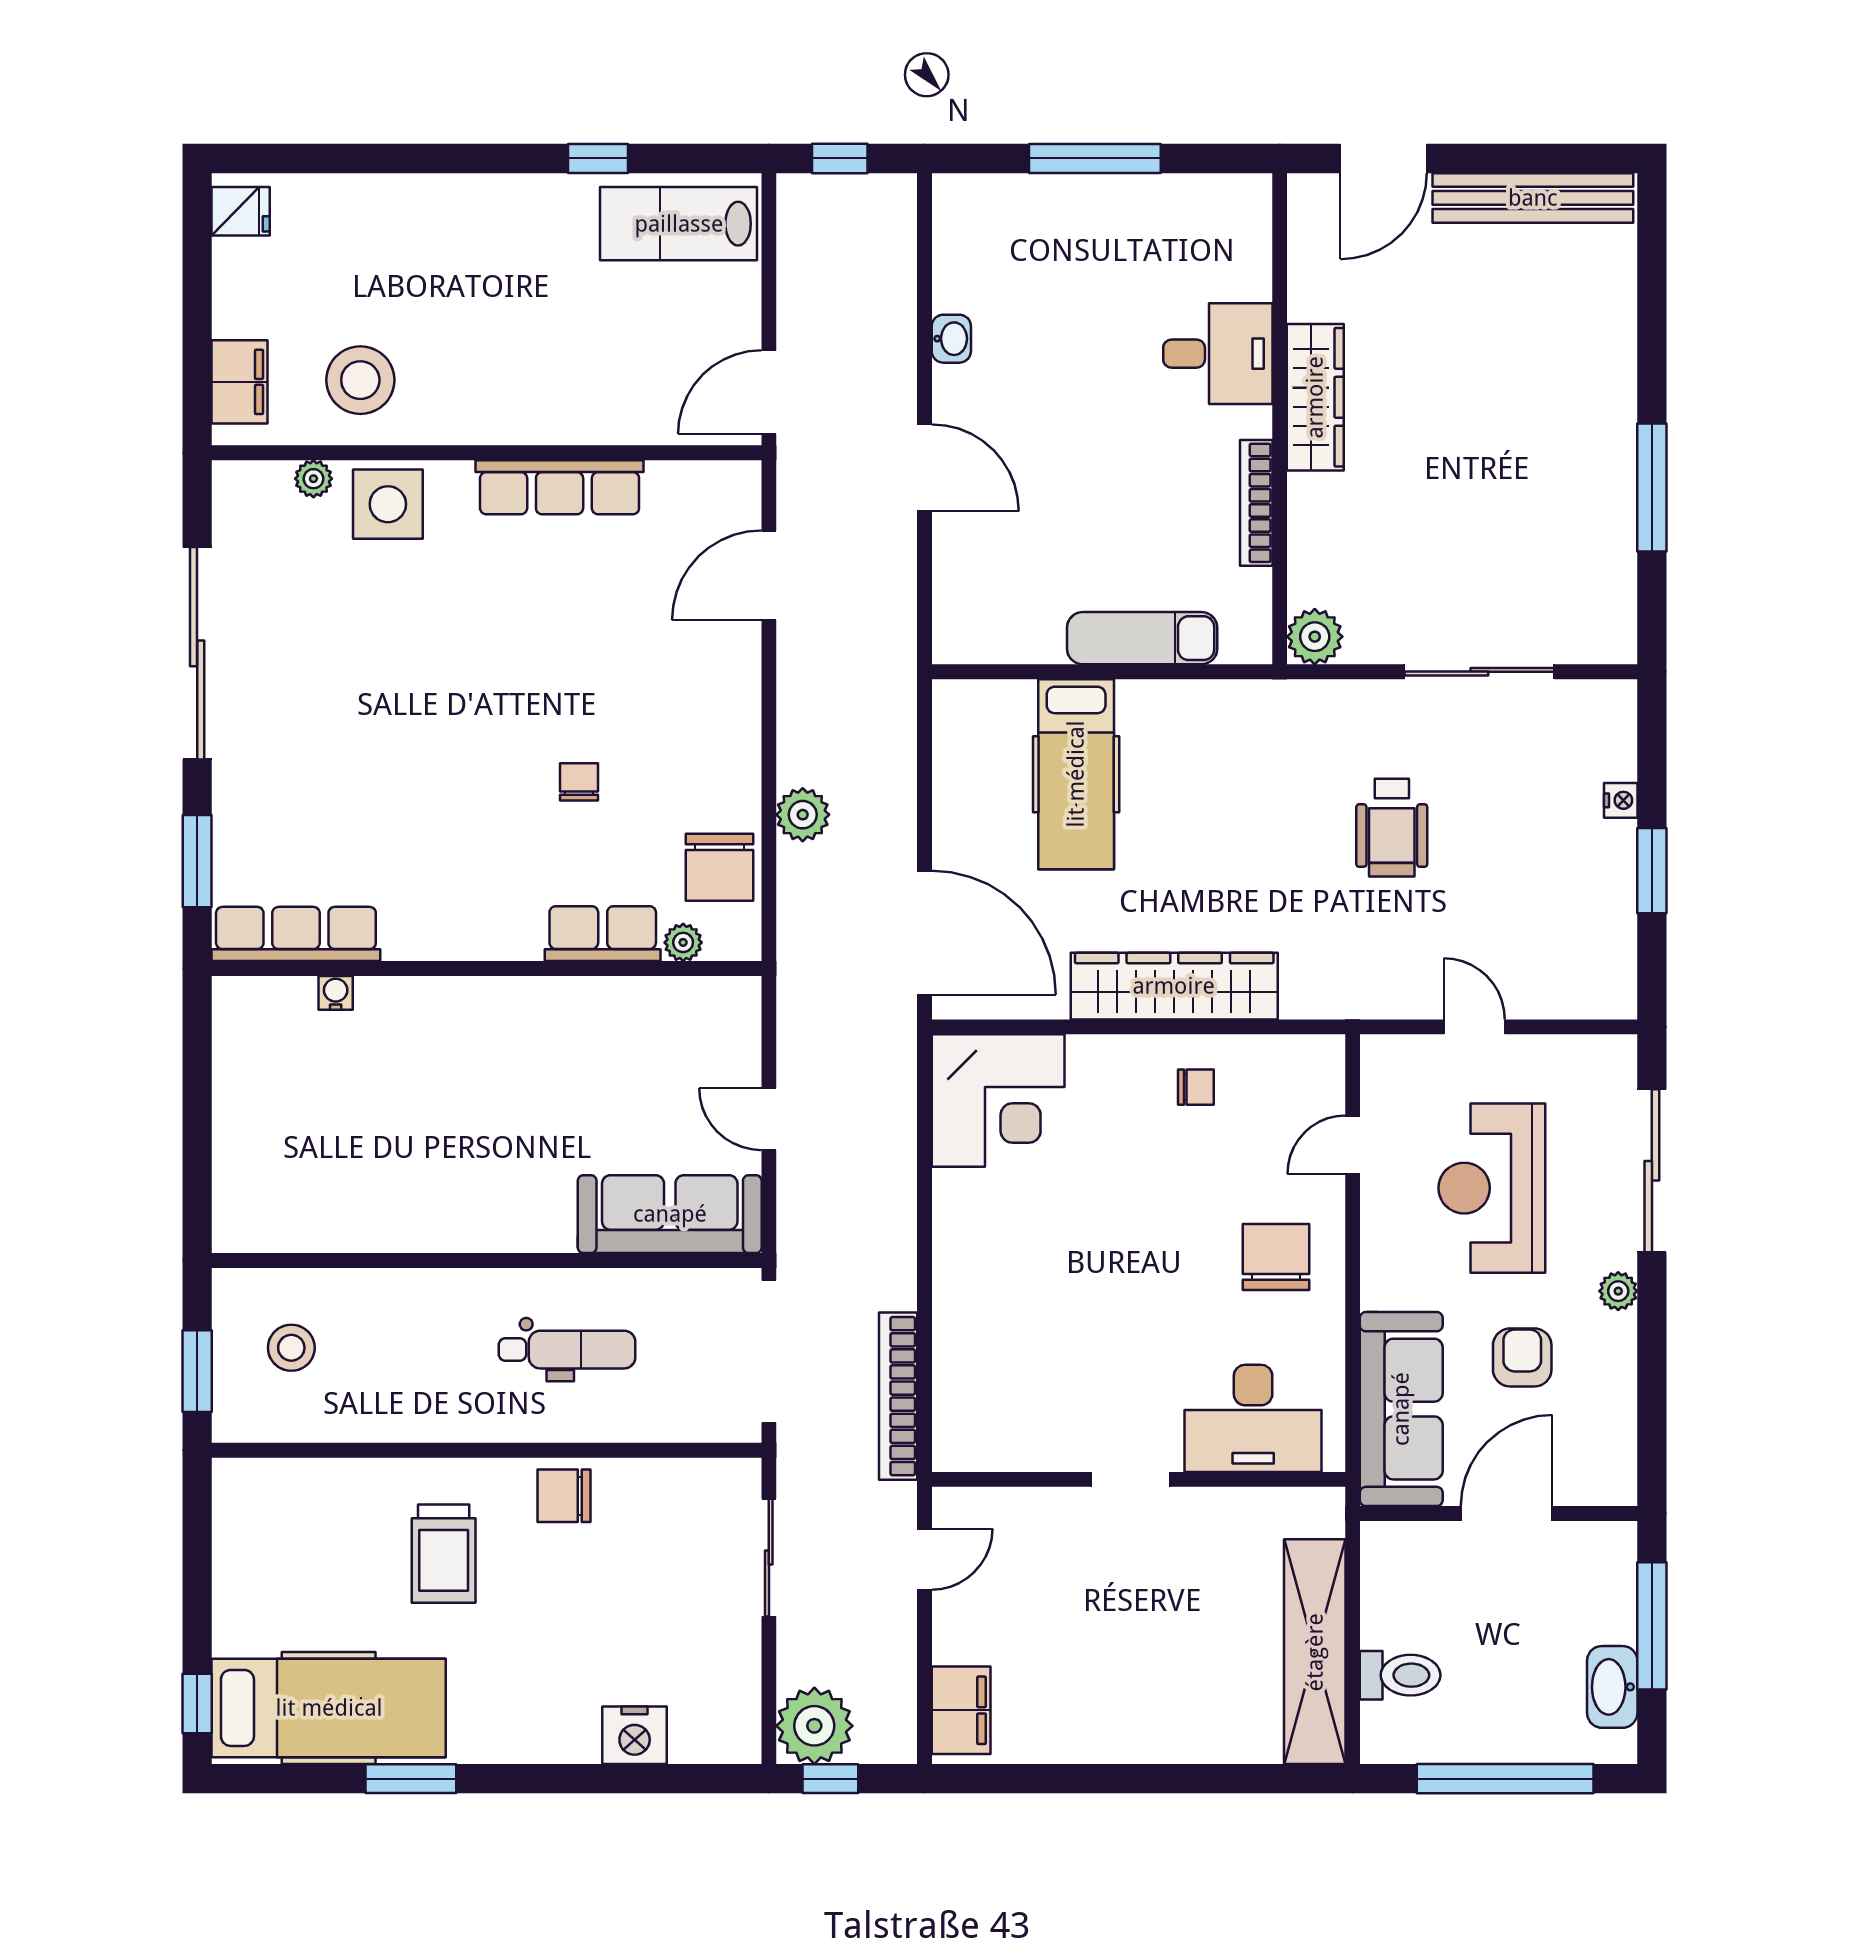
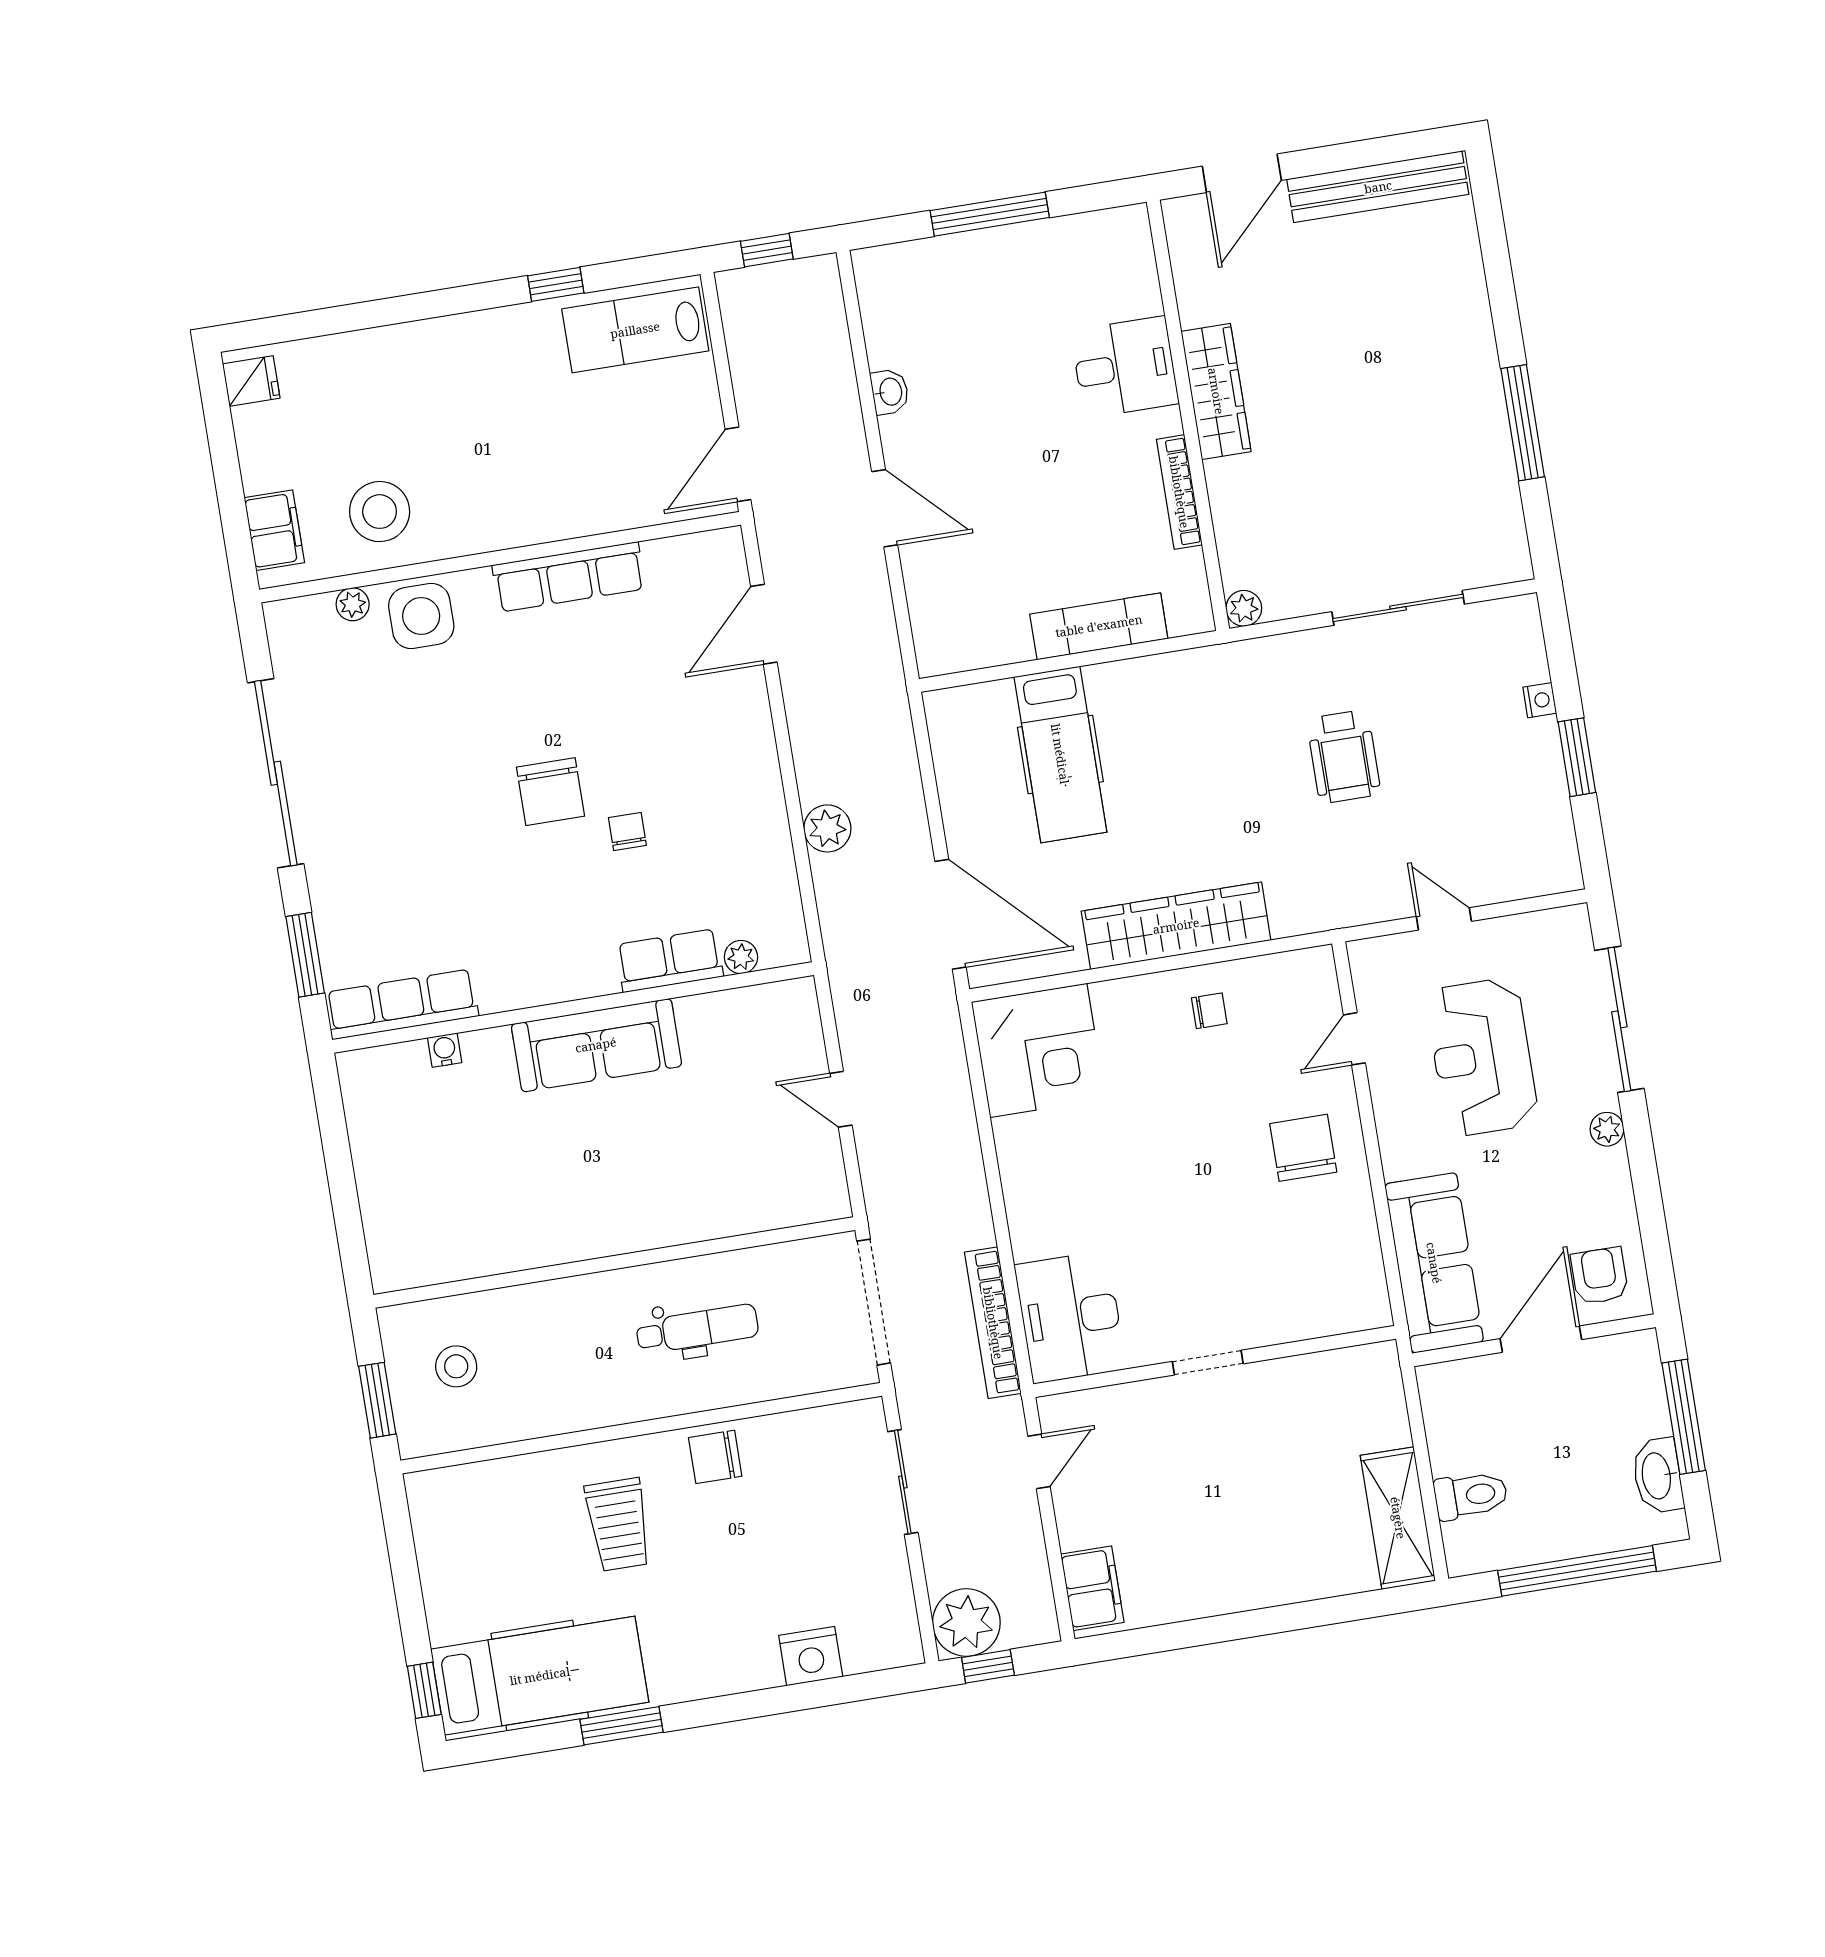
plant: (1315, 637) -> (1244, 608), width x0.73, depth x0.73
chair: (720, 867) -> (551, 792), moved
sofa: (670, 1214) -> (596, 1045), moved, turned 180
armchair: (1522, 1357) -> (1600, 1276), moved
desk: (1253, 1418) -> (1070, 1317), moved, turned 90
shelving: (1315, 1652) -> (1398, 1518), width x0.68

